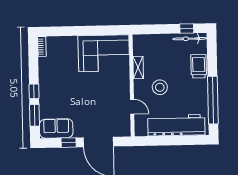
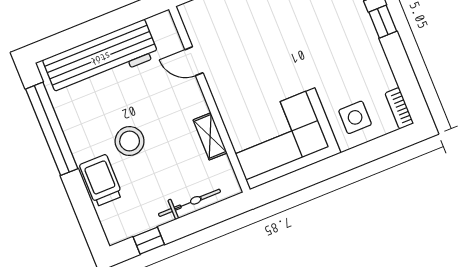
bicycle: (190, 39) -> (190, 203), moved
side table: (65, 50) -> (355, 117), added
trolley: (199, 66) -> (101, 180), turned 180
stool: (160, 87) -> (130, 141), moved

